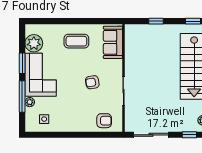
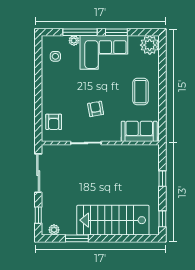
plant: (34, 43) -> (150, 45), moved

